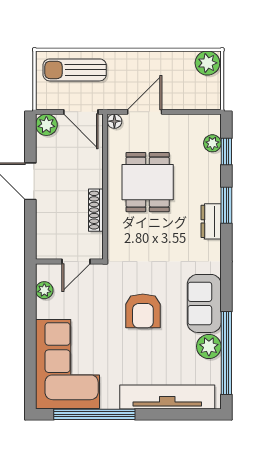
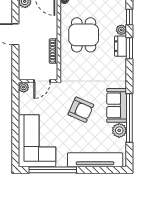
plant: (212, 143) -> (121, 30), moved
dresser: (211, 221) -> (121, 46), moved
plant: (44, 290) -> (24, 87), moved
armchair: (143, 311) -> (81, 110), turned -66
window: (226, 353) -> (129, 118), moved

